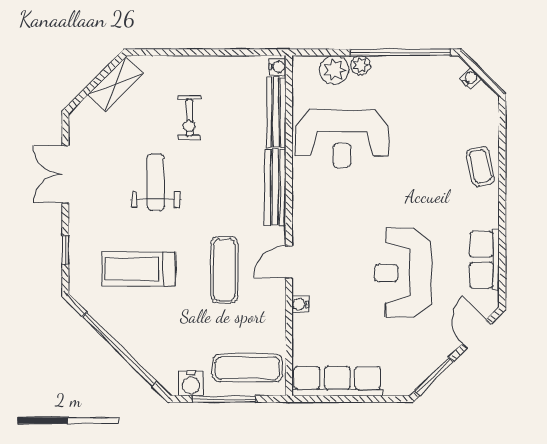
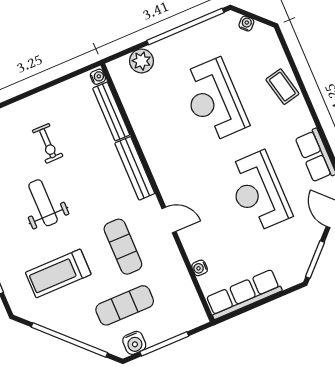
plant: (360, 65) -> (160, 49), removed
reception desk: (342, 139) -> (214, 100), moved, turned 90
door: (289, 262) -> (169, 220), swing flipped
water cooler: (300, 304) -> (200, 268), moved
exercise mat: (247, 368) -> (125, 305), moved

